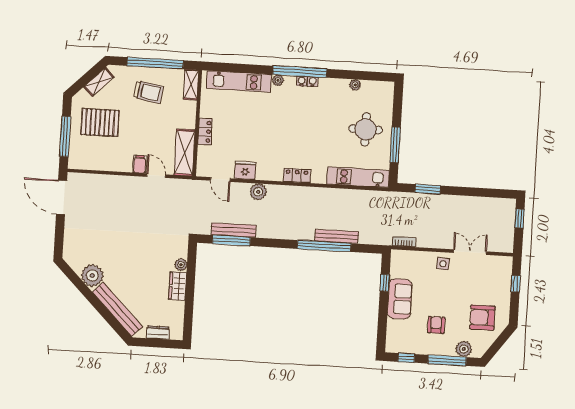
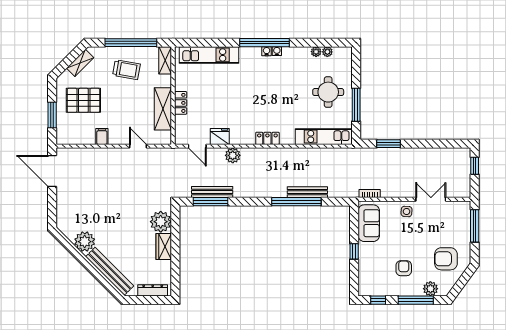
plant: (278, 80) -> (327, 52), moved
window: (65, 136) -> (52, 115), width x0.69
shelving: (185, 152) -> (163, 109), moved
filing cabinet: (140, 164) -> (102, 136), moved
plant: (181, 265) -> (161, 222), width x1.87, depth x1.87
window: (385, 283) -> (354, 251), moved
window: (516, 284) -> (475, 226), width x2.17
sofa: (400, 299) -> (369, 223), moved
dresser: (158, 333) -> (153, 290), width x1.44

